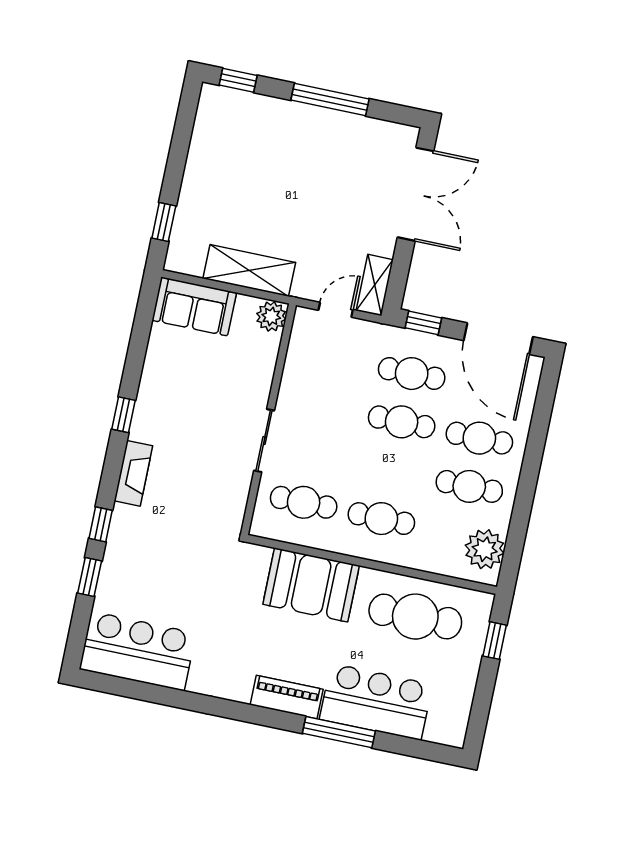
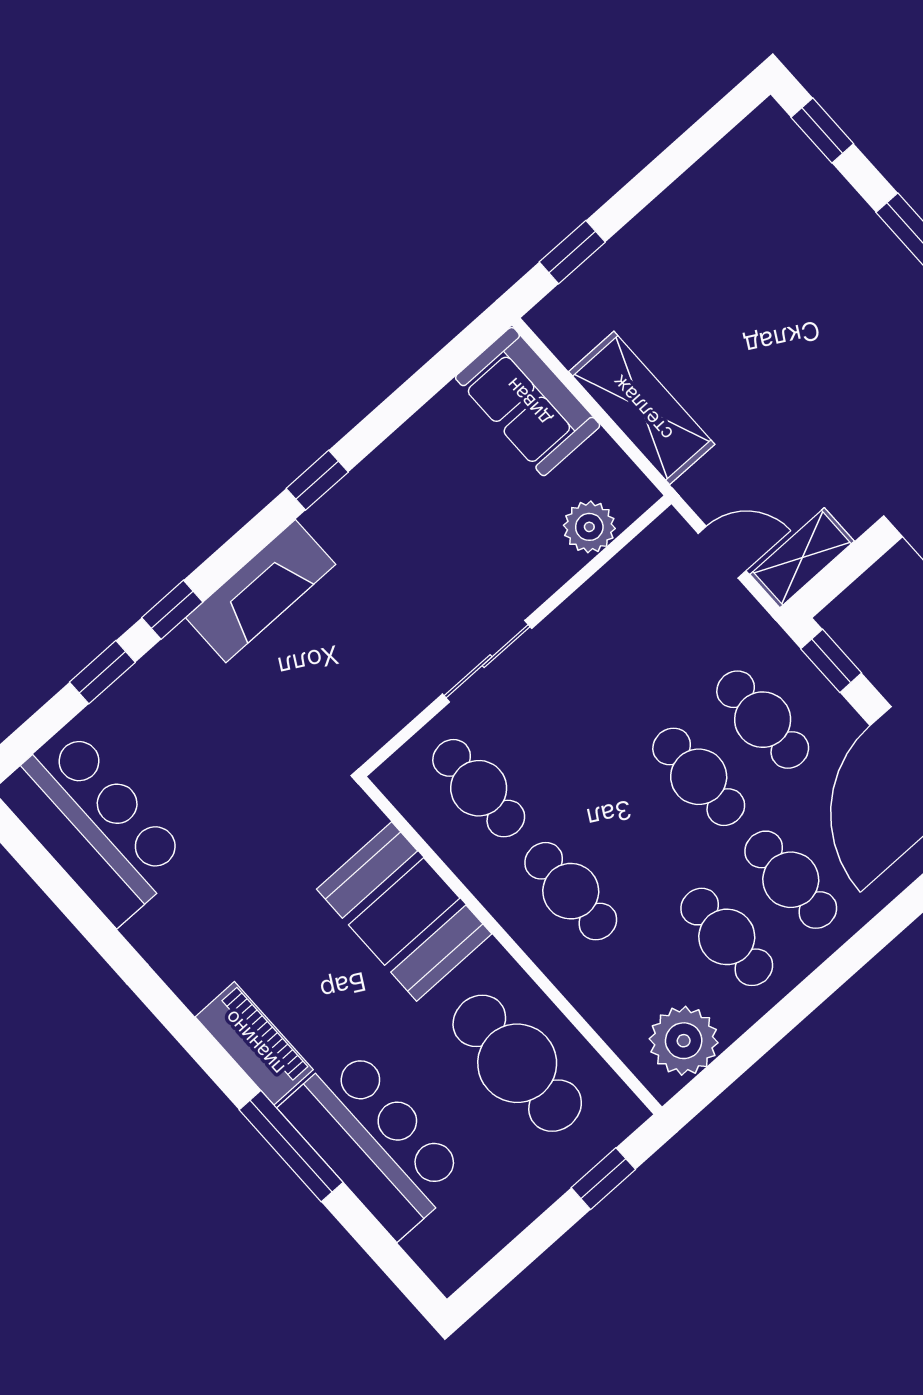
plant: (271, 316) -> (589, 527), moved
fireplace: (133, 473) -> (261, 591), width x1.37, depth x1.32

